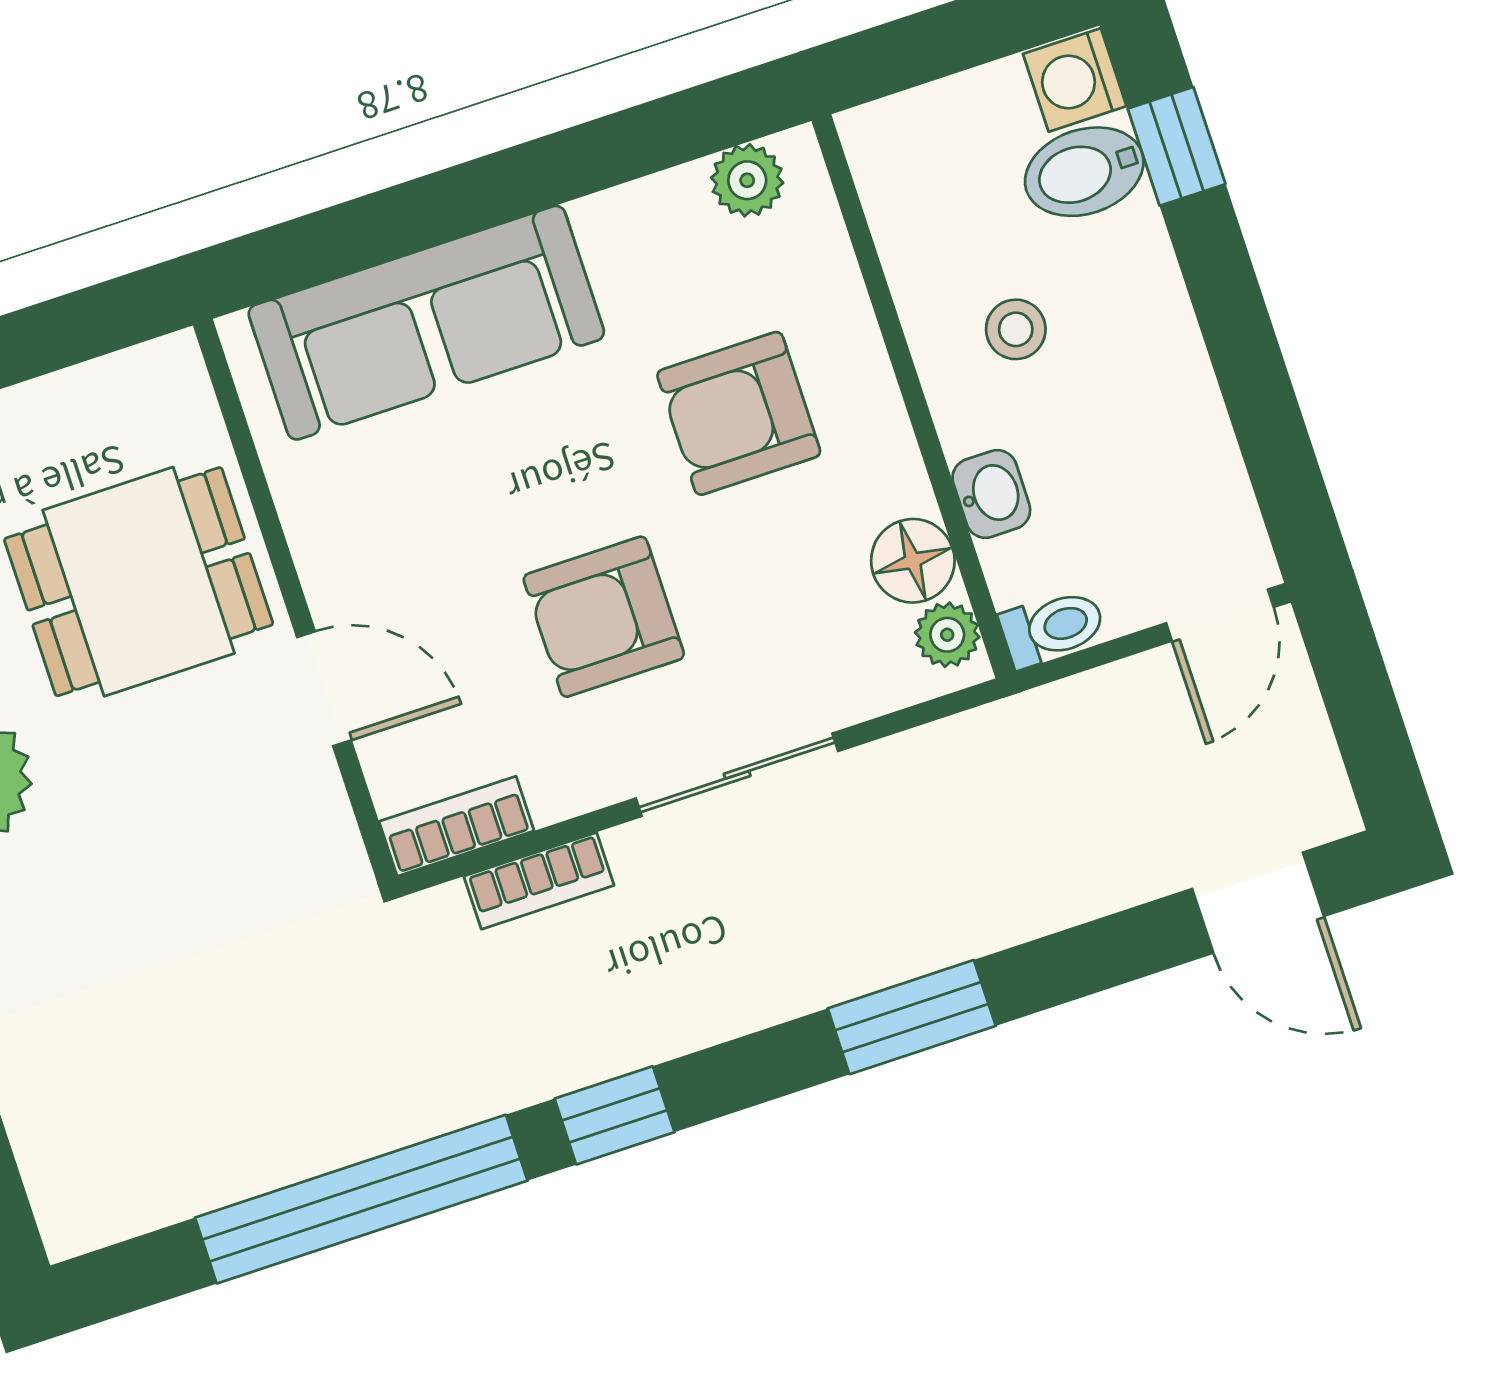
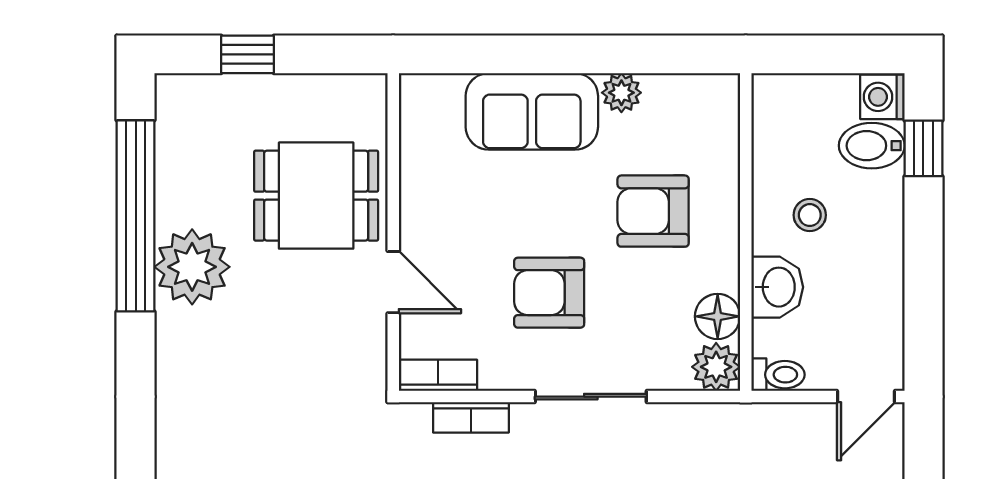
plant: (747, 180) -> (621, 93), moved
sofa: (426, 323) -> (532, 111), width x0.73
washbasin: (991, 494) -> (777, 287), width x1.38, depth x1.45
plant: (947, 635) -> (716, 367), width x1.38, depth x1.38

